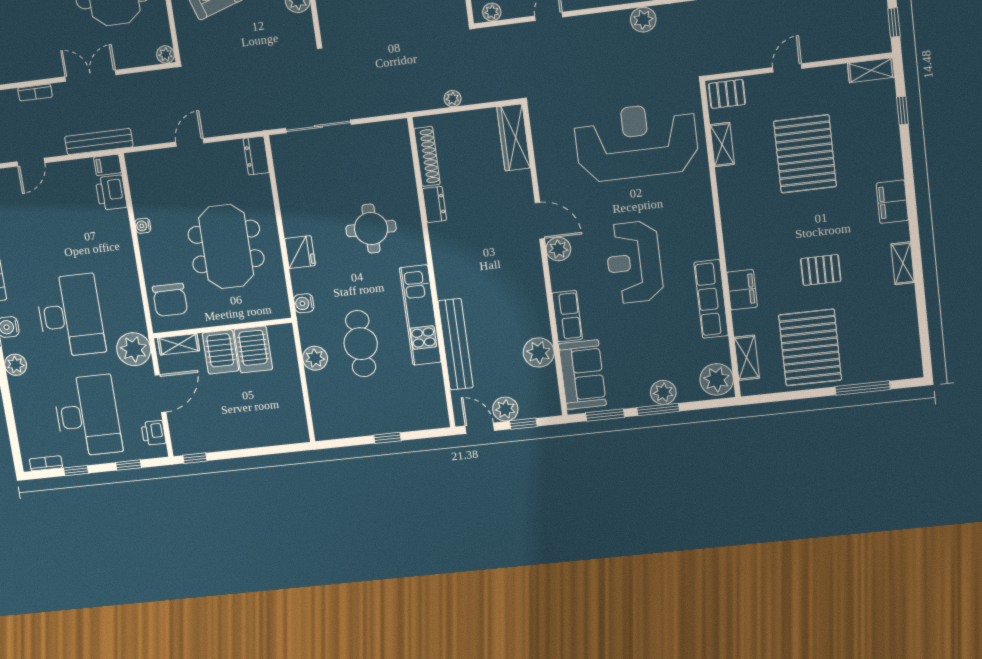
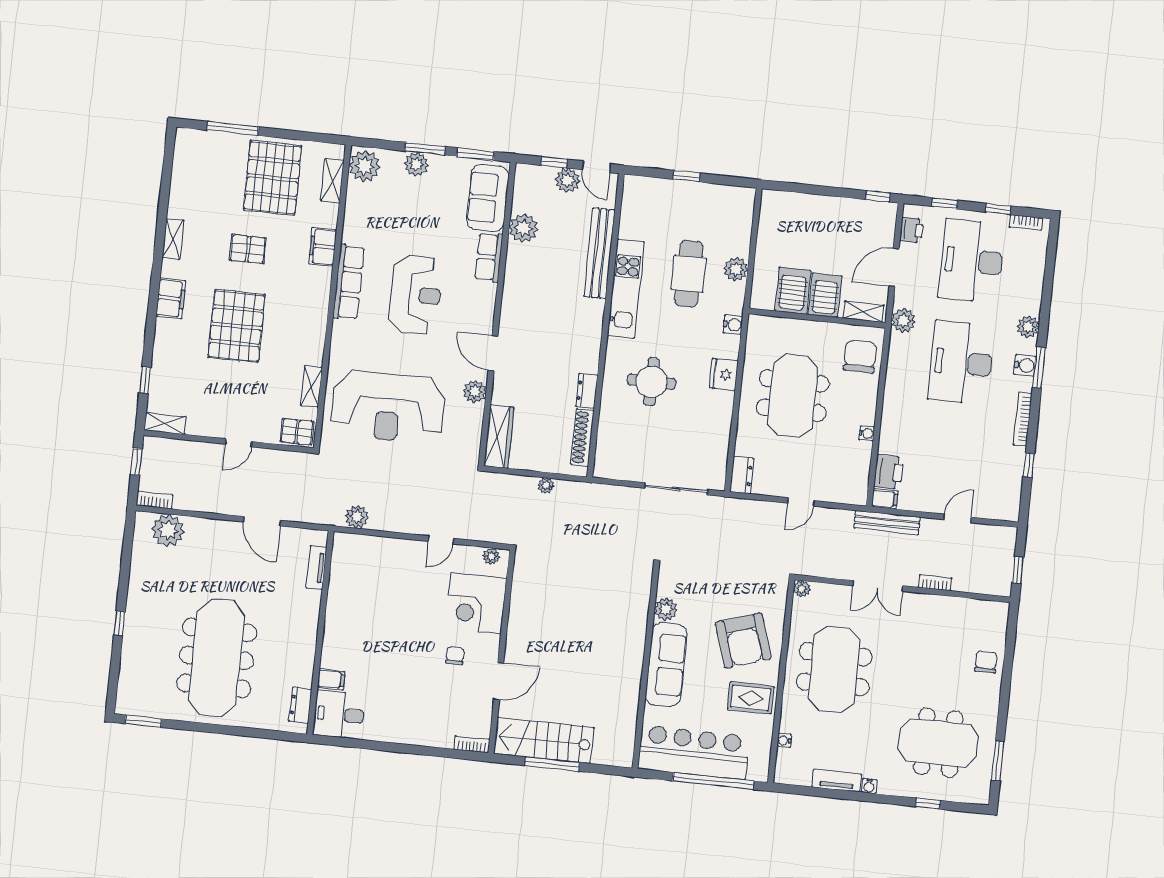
pallet: (805, 154) -> (237, 326), moved
plant: (558, 249) -> (475, 392), moved
row of seats: (711, 299) -> (349, 282), moved
plant: (134, 349) -> (903, 321), width x0.73, depth x0.73

